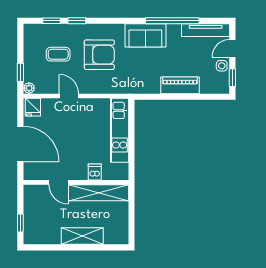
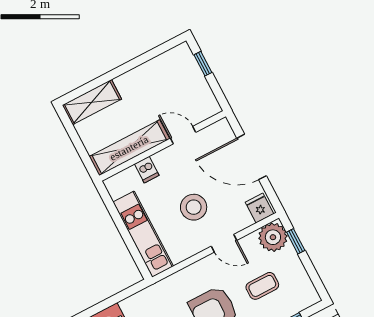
plant: (29, 88) -> (273, 237), width x1.88, depth x1.88
stool: (77, 131) -> (194, 207), added
shelving: (82, 236) -> (92, 102), moved

